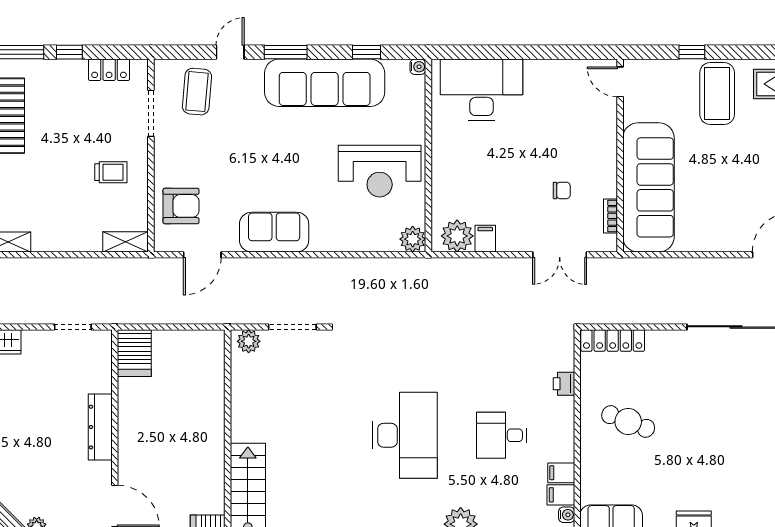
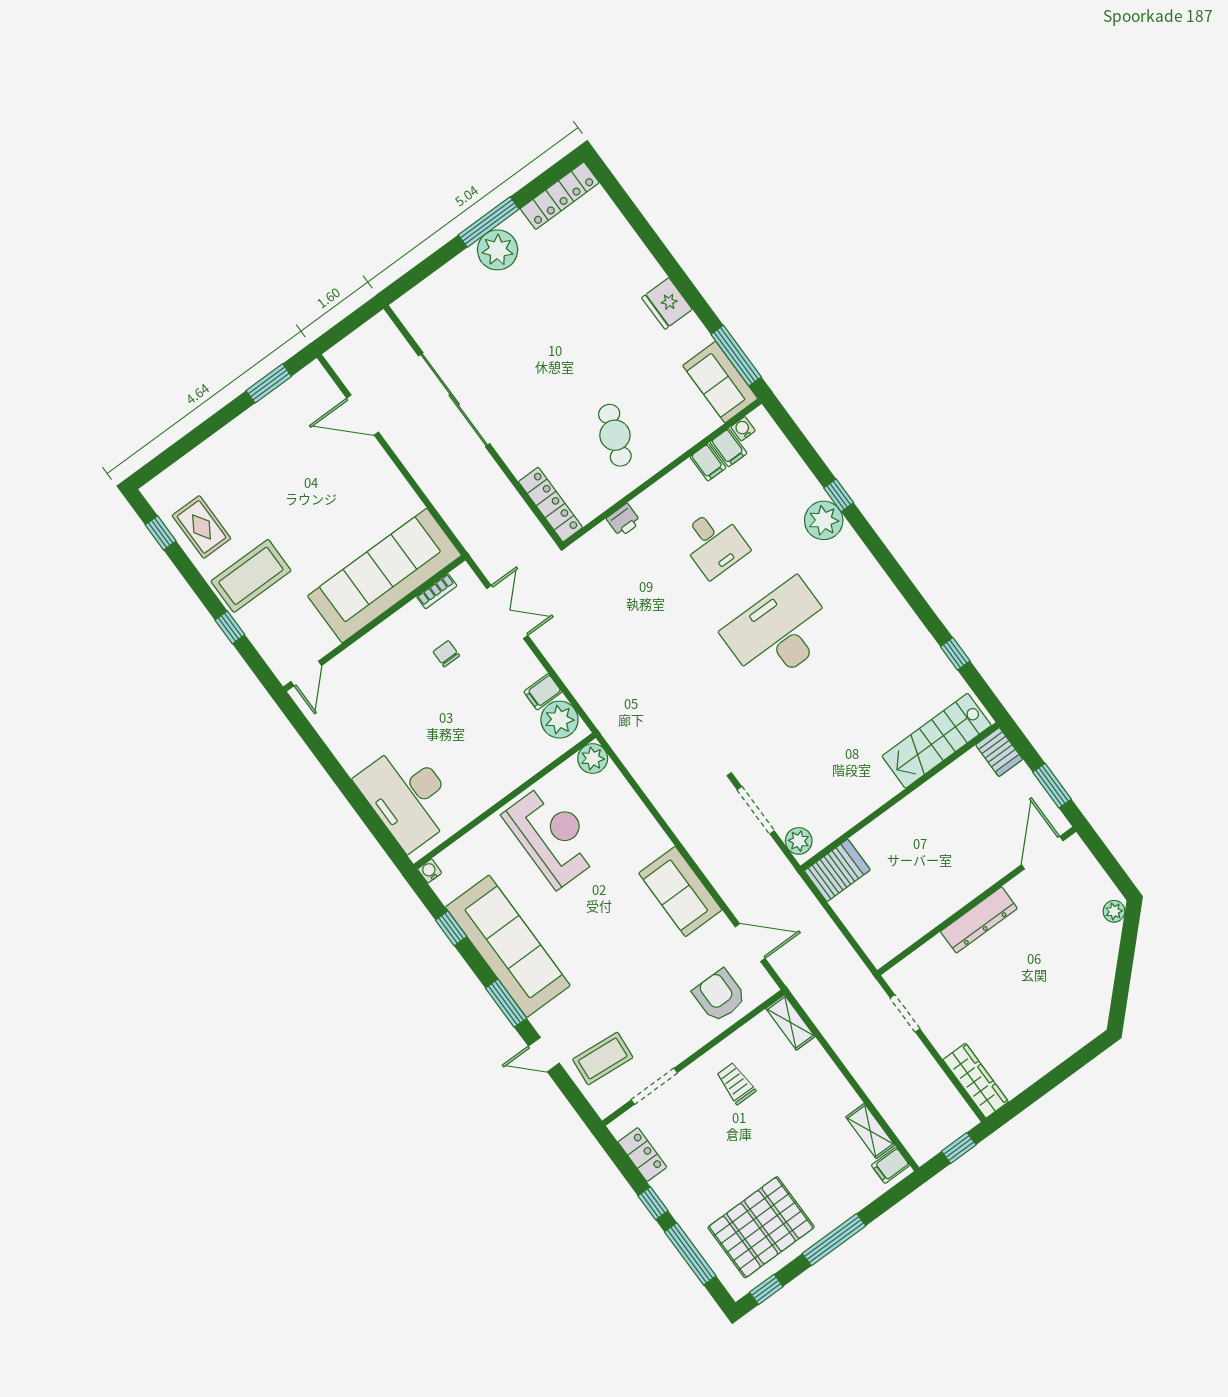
server rack: (134, 353) -> (837, 870), moved

